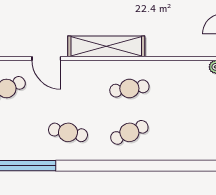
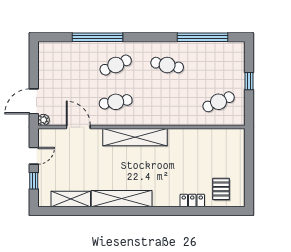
door: (46, 59) -> (78, 127), moved
window: (151, 166) -> (98, 37), added

